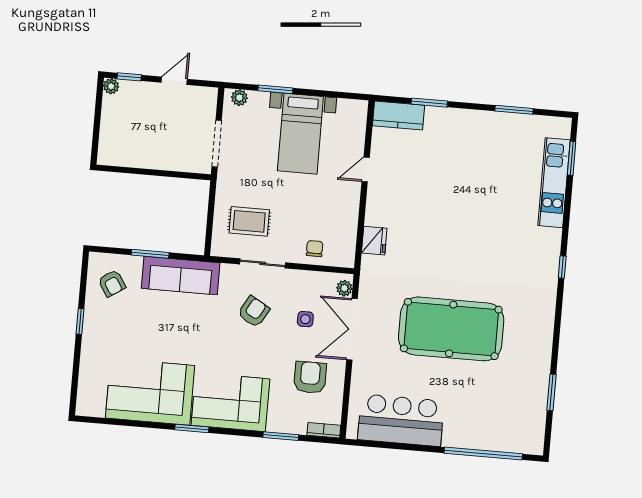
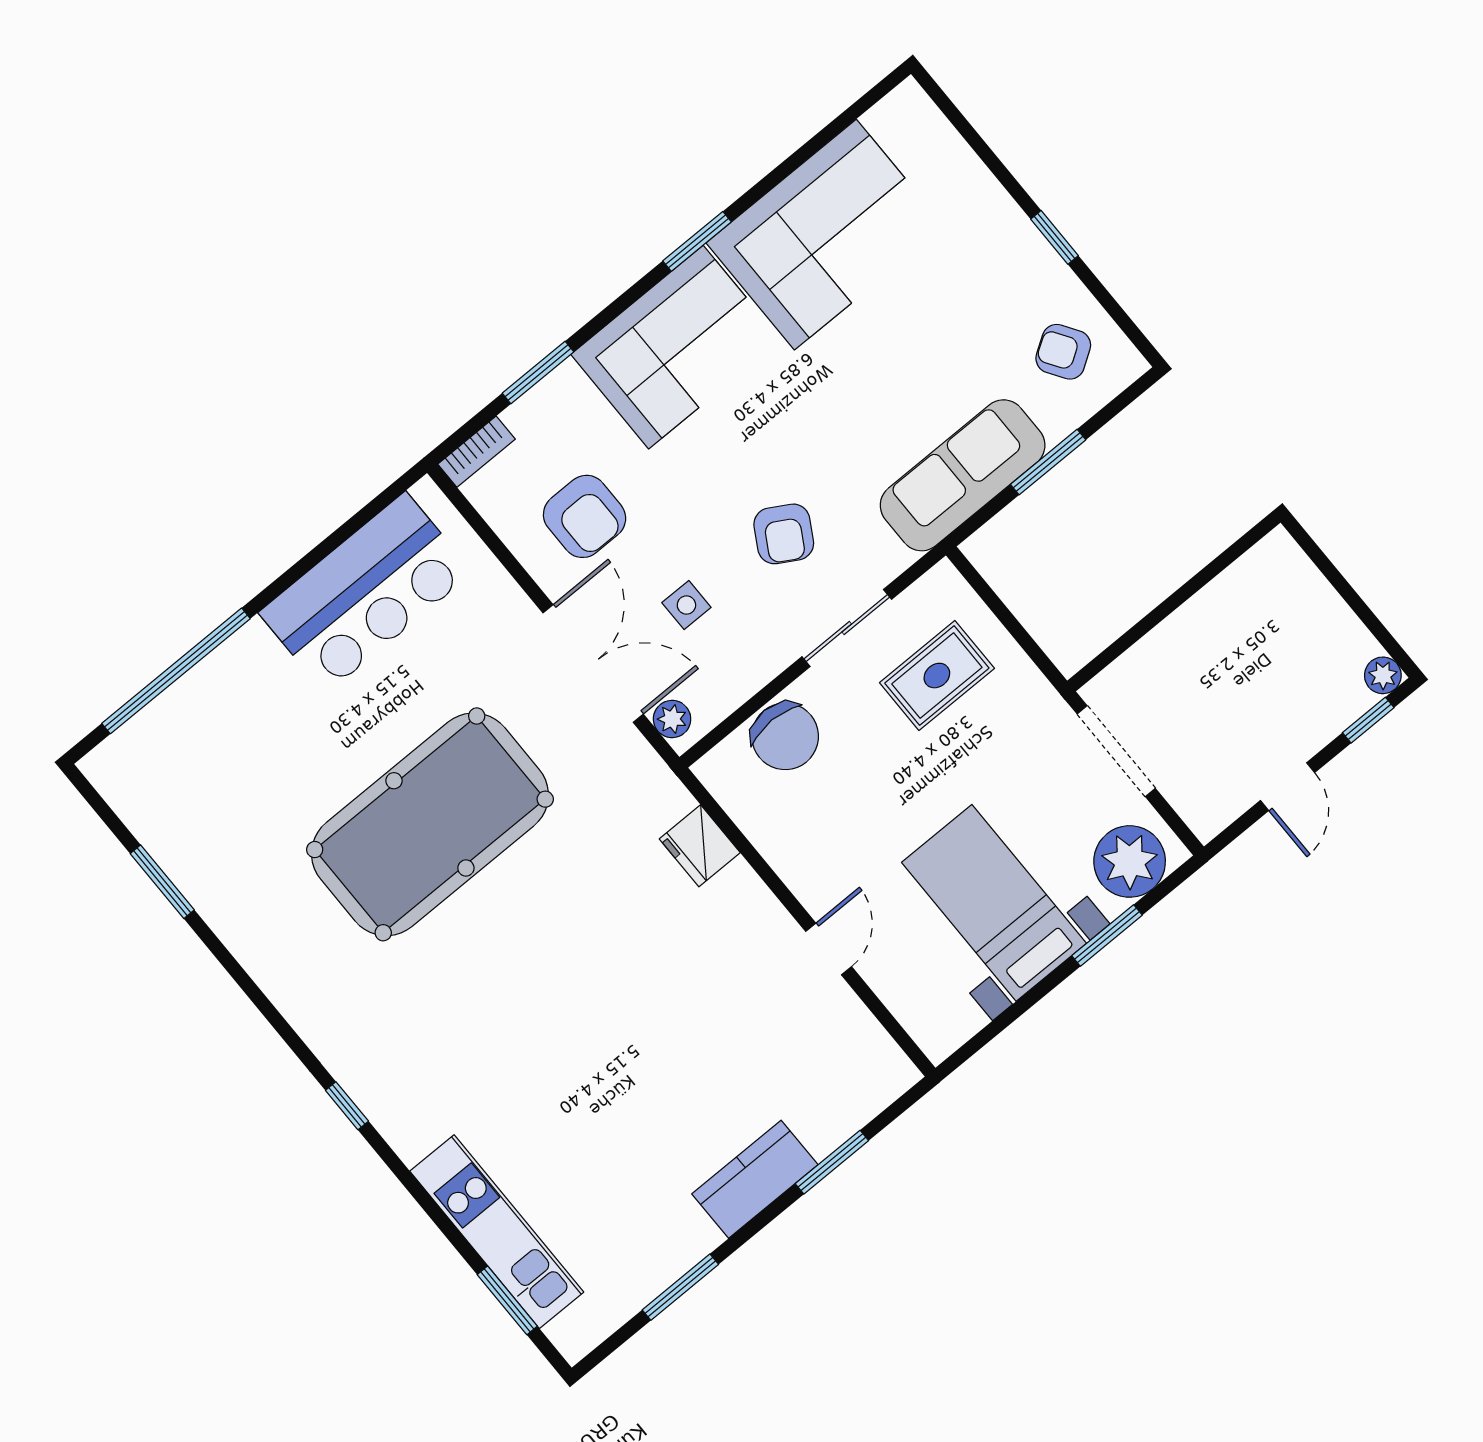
plant: (239, 98) -> (1130, 861), width x1.88, depth x1.88
kitchen counter: (398, 116) -> (755, 1179), moved
chair: (315, 249) -> (785, 736), width x1.87, depth x1.87

